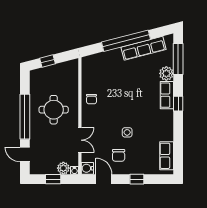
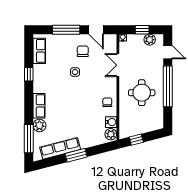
window: (126, 41) -> (76, 155), width x0.47
window: (47, 61) -> (136, 140), moved
plant: (88, 64) -> (111, 134), added
window: (178, 104) -> (29, 74), moved
plant: (63, 168) -> (150, 40), moved
water cooler: (87, 168) -> (111, 122), moved
window: (137, 179) -> (66, 30), width x2.17

